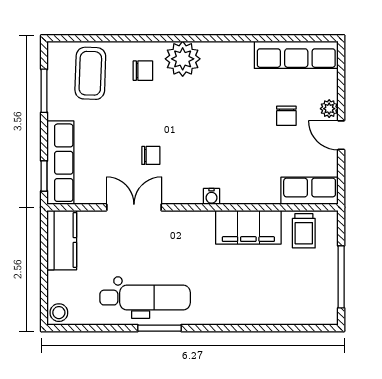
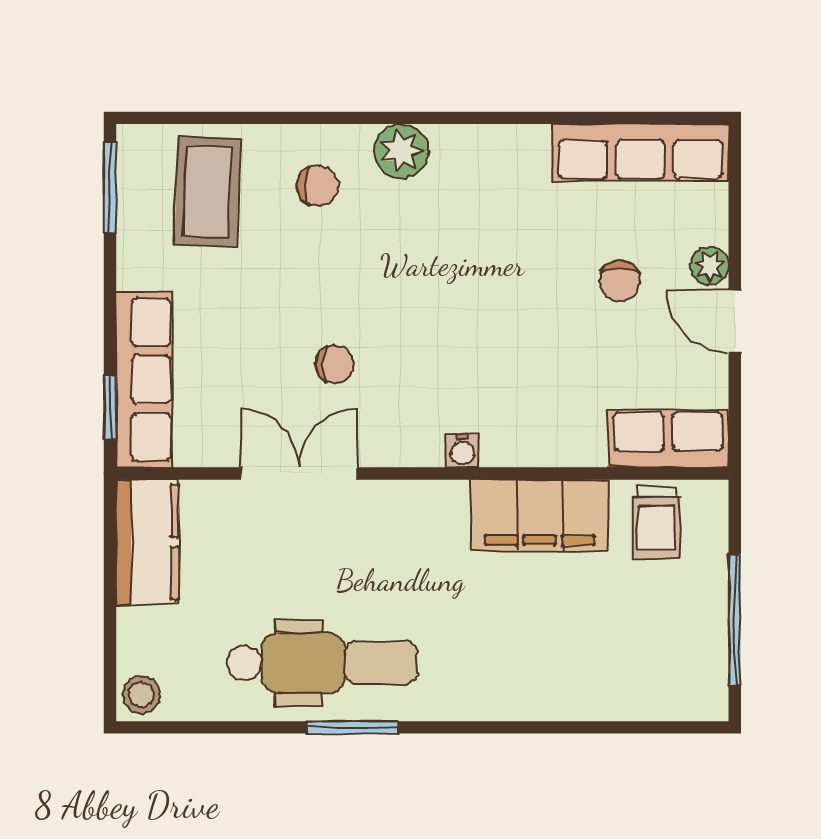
plant: (183, 59) -> (401, 151), width x0.73, depth x0.73
window: (44, 91) -> (110, 187), moved

